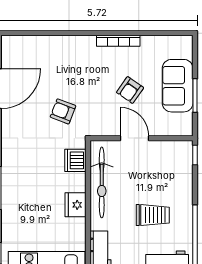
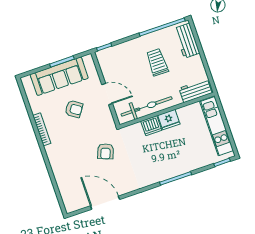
sofa: (178, 86) -> (59, 76), width x1.36
door: (134, 138) -> (107, 94), swing flipped
dishwasher: (75, 160) -> (151, 126), moved

